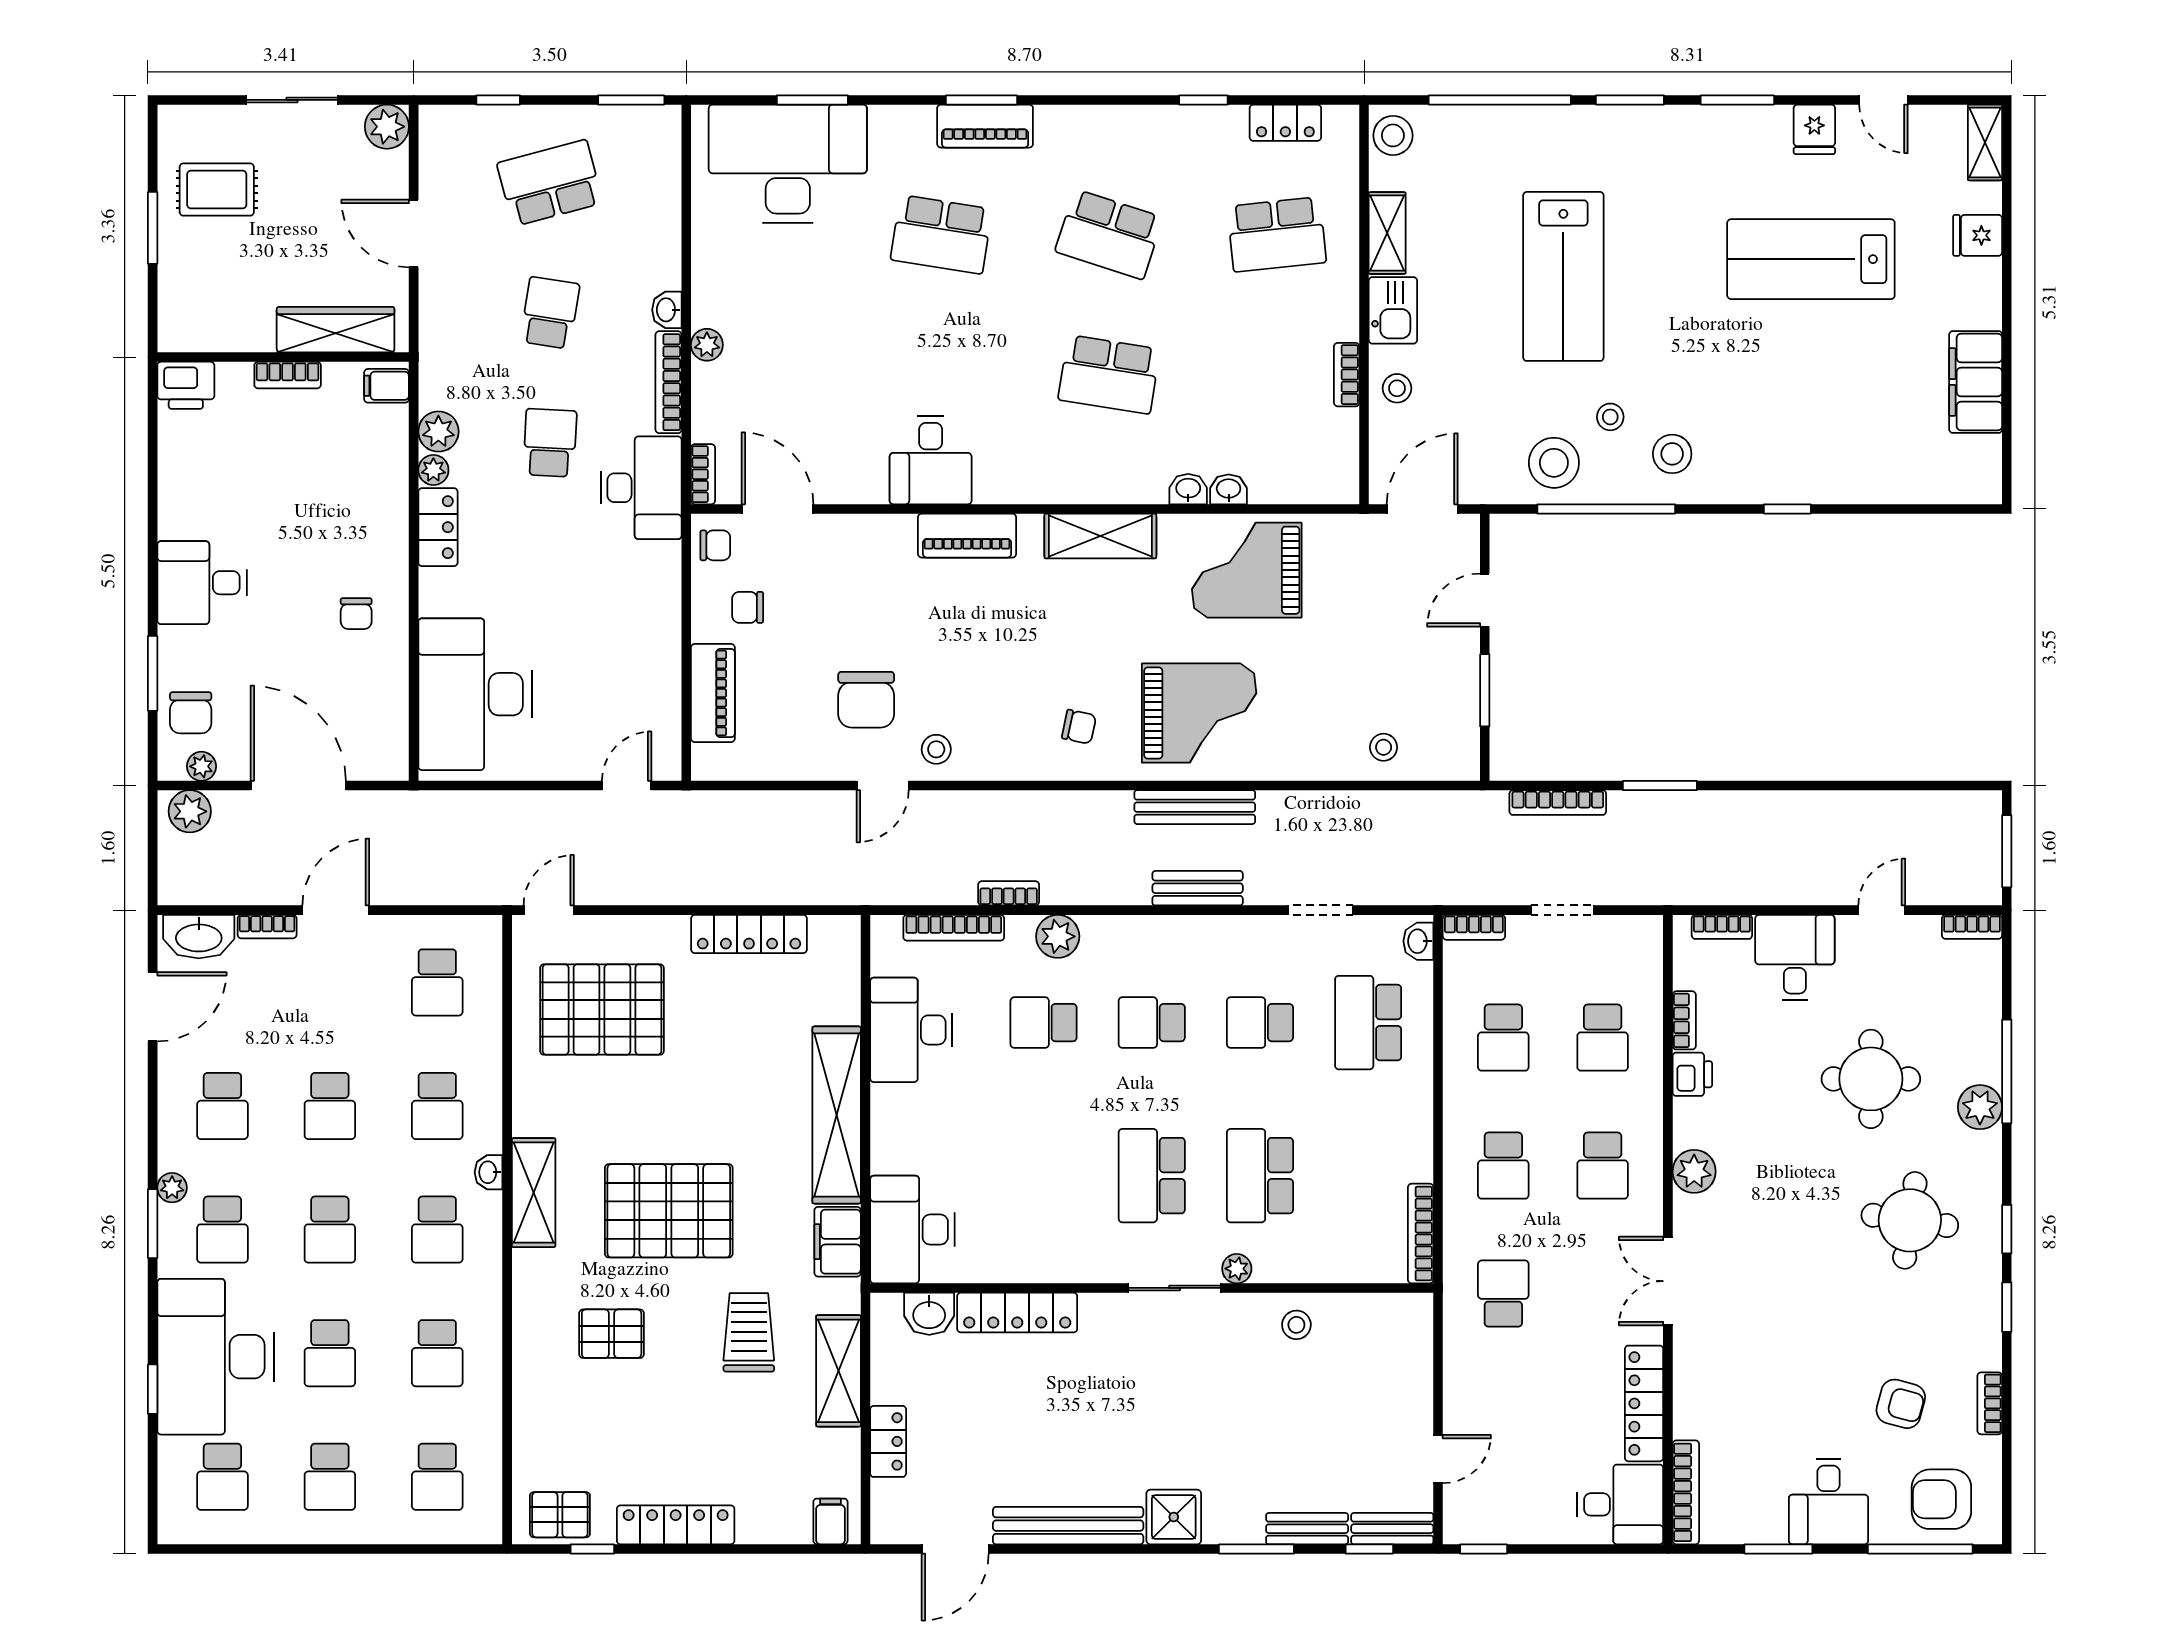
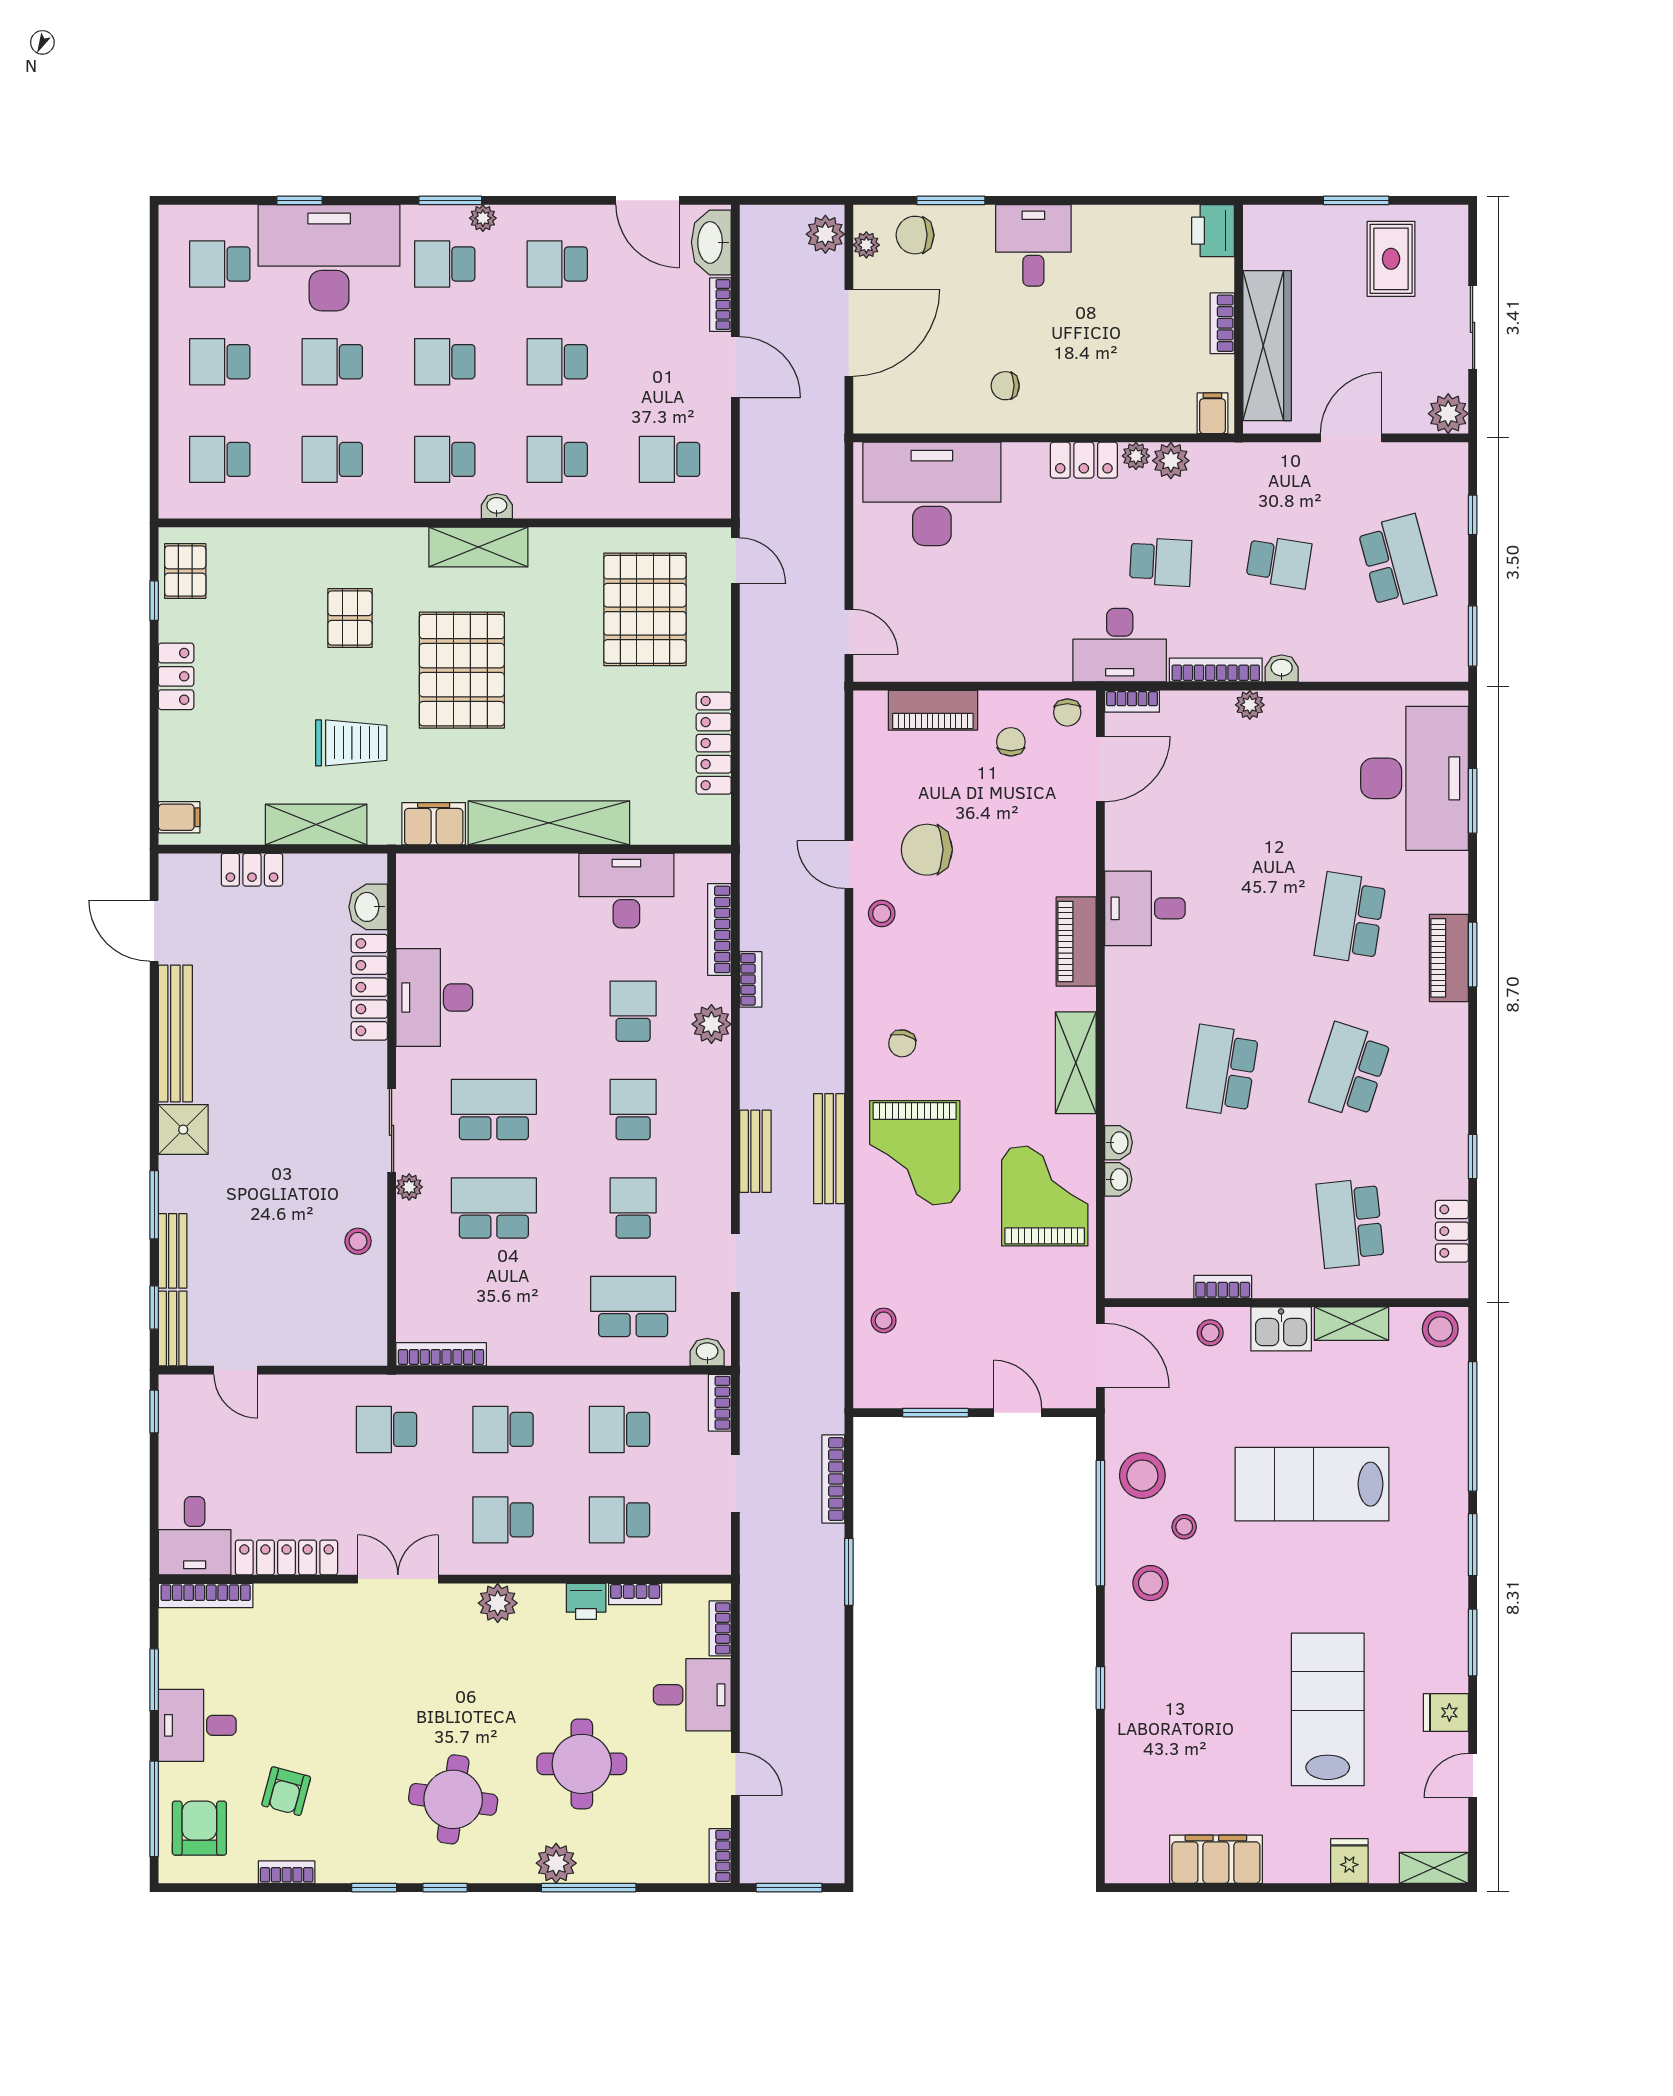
wardrobe: (336, 330) -> (1267, 346), width x1.40, depth x1.17
desk: (912, 1230) -> (434, 998), moved, turned -90
school desk: (1503, 1294) -> (386, 1429), turned 180
locker: (676, 1525) -> (176, 676), width x0.66

